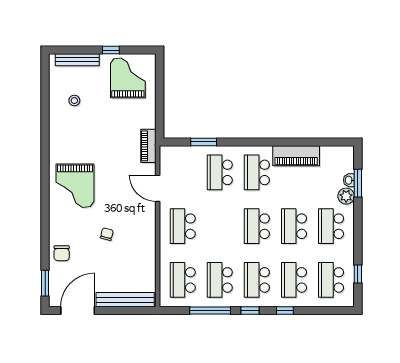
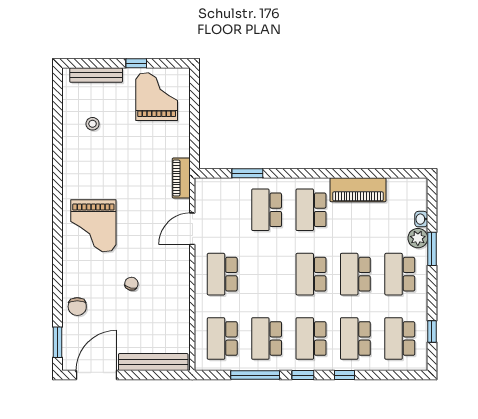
window: (358, 183) -> (432, 249), moved
door: (158, 188) -> (192, 229), hinge flipped

